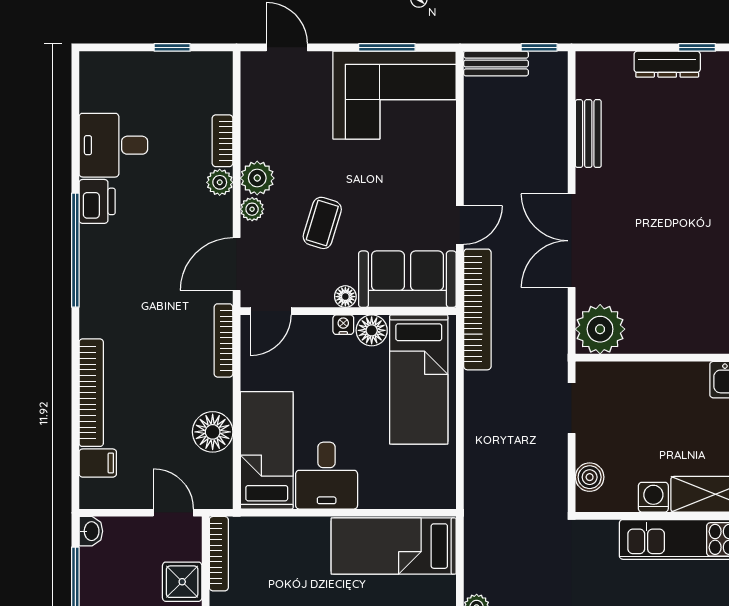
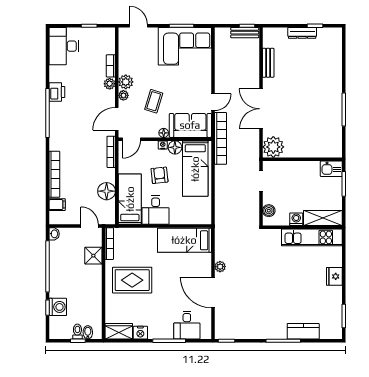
bench: (496, 63) -> (245, 33), moved
desk: (113, 145) -> (64, 46), moved, width x1.37
armchair: (336, 395) -> (159, 175), added

